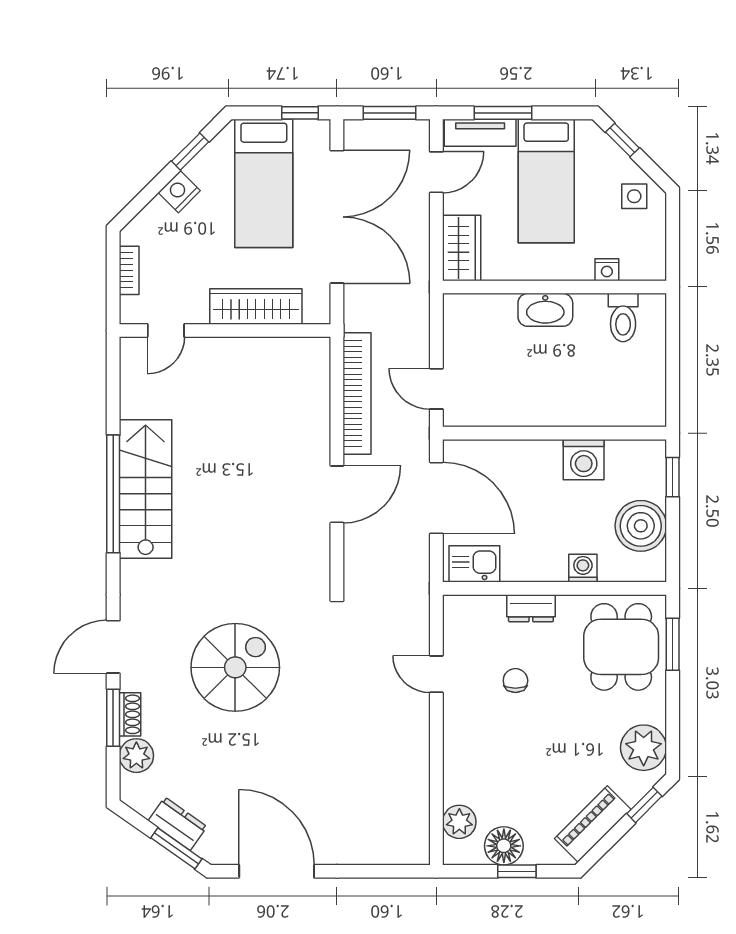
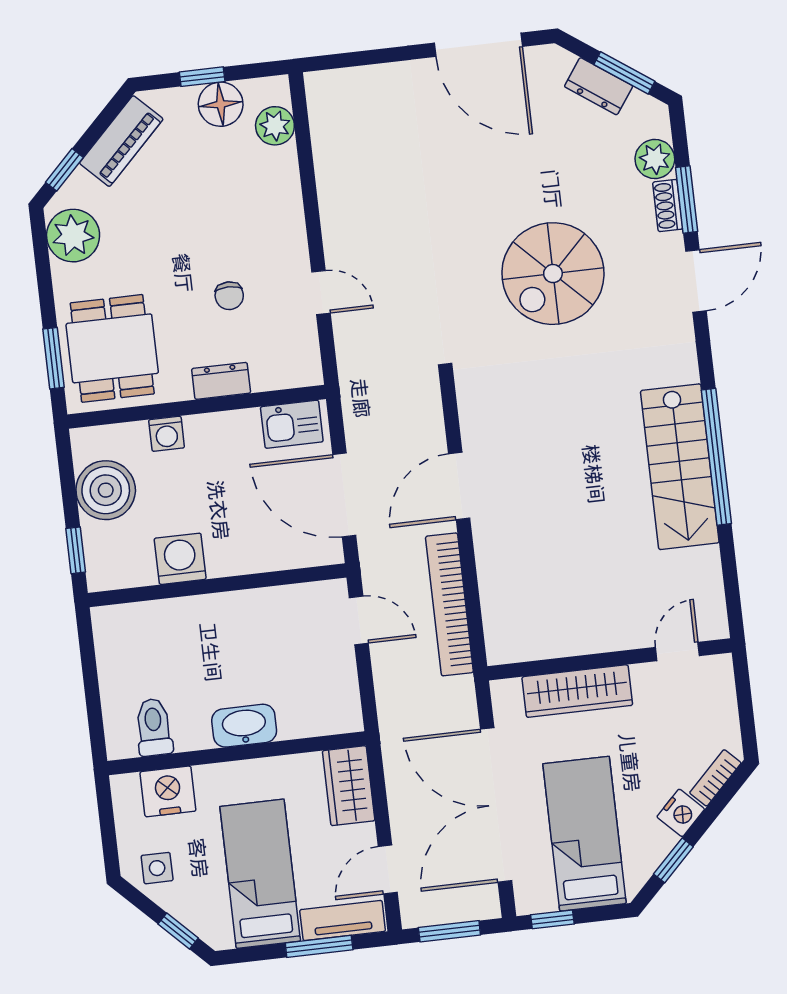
bookcase: (129, 270) -> (715, 778), moved, turned 45
nightstand: (607, 270) -> (168, 791), width x1.89, depth x1.79
window: (176, 848) -> (624, 73), moved

